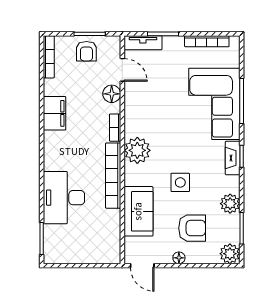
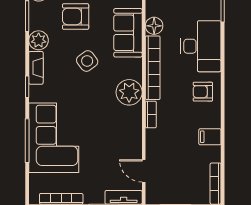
armchair: (86, 51) -> (203, 92), moved, turned -90
floor lamp: (112, 94) -> (154, 26), moved
filing cabinet: (55, 113) -> (210, 137), width x0.50
fireplace: (233, 158) -> (36, 68), moved
side table: (180, 182) -> (87, 61), turned -37

